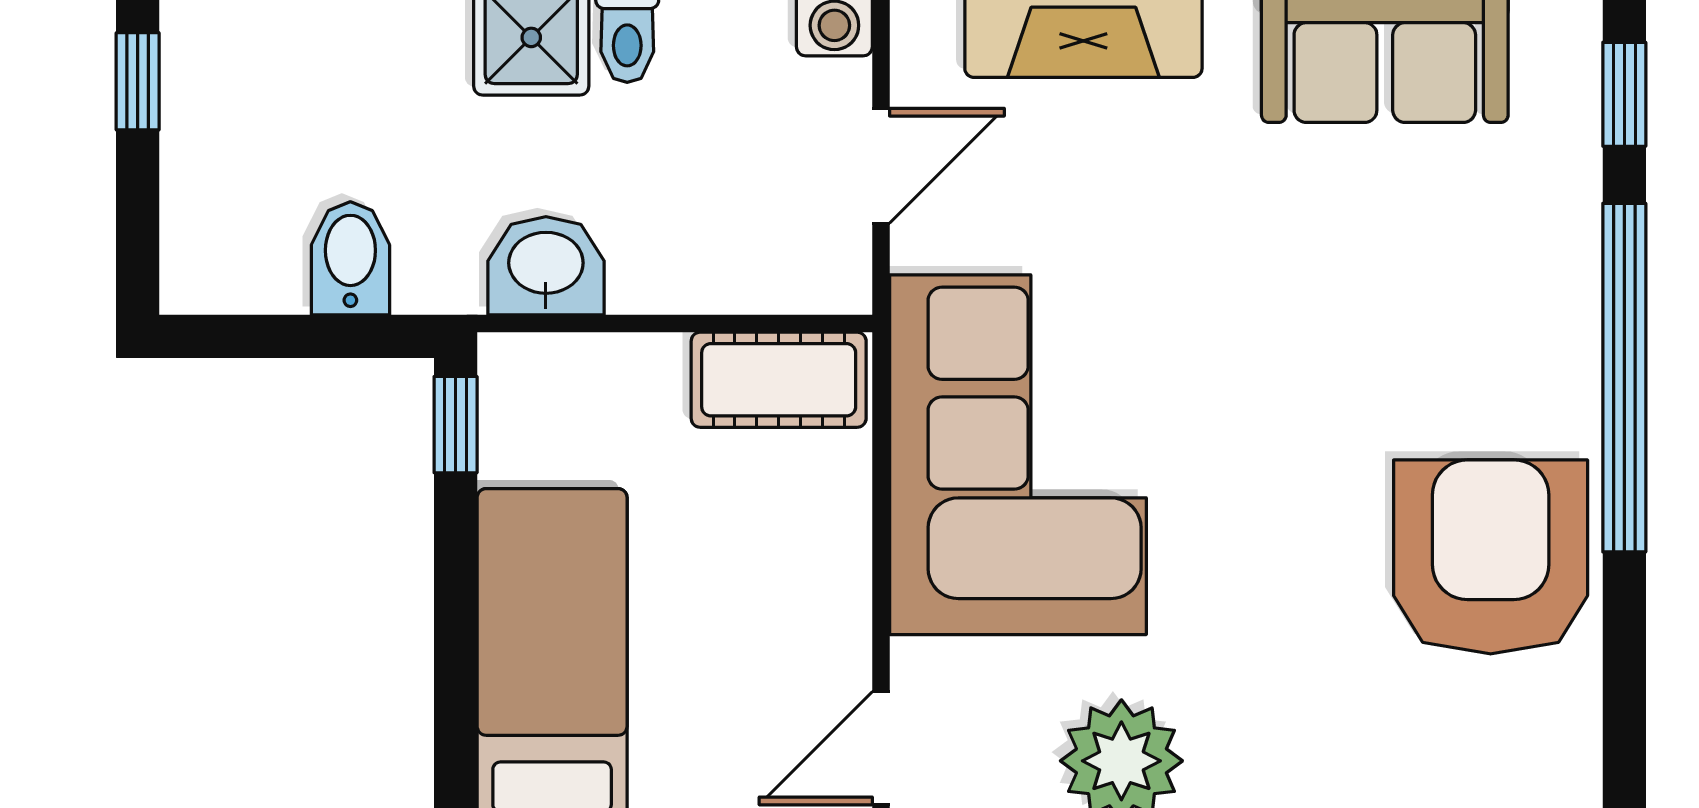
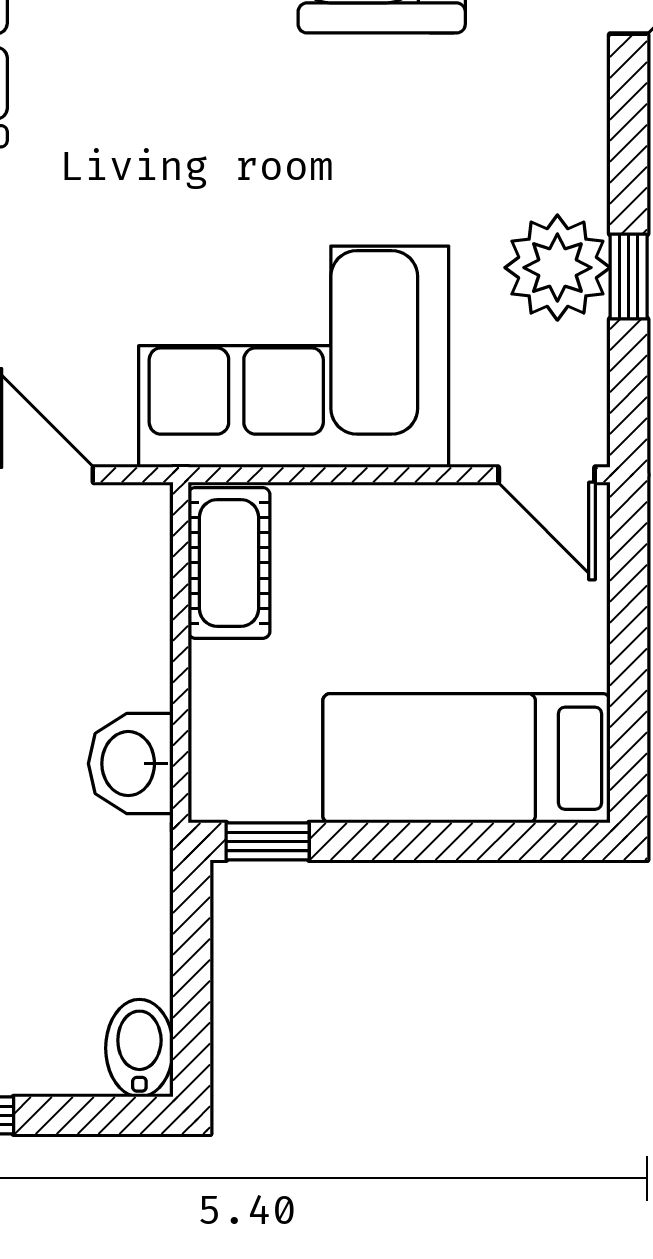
bidet: (350, 258) -> (139, 1048), moved, turned 90

